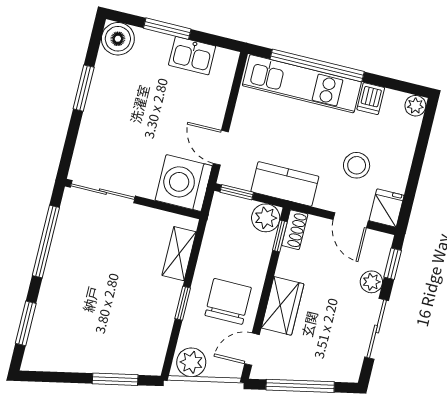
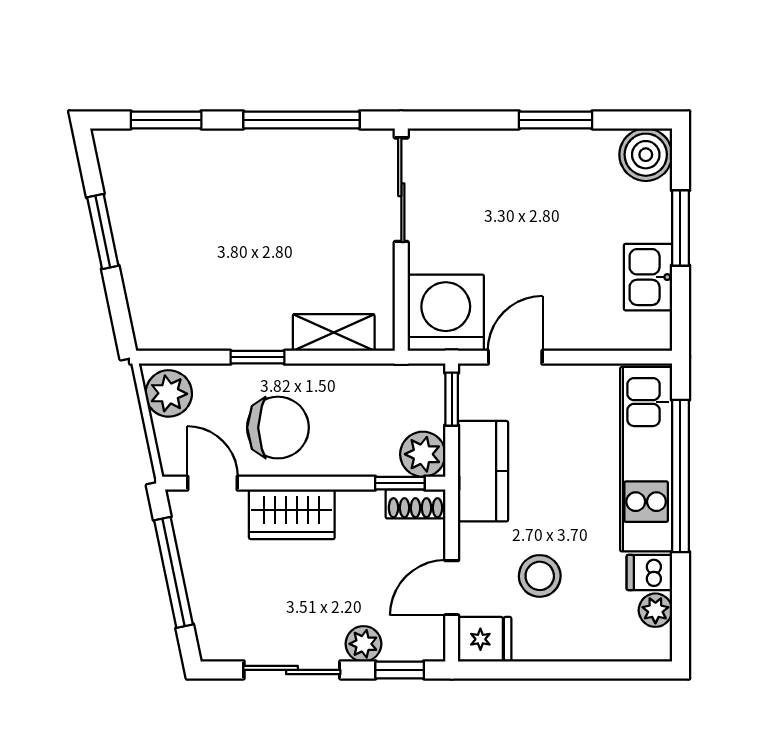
plant: (415, 106) -> (655, 610), moved
window: (115, 379) -> (103, 232), moved

